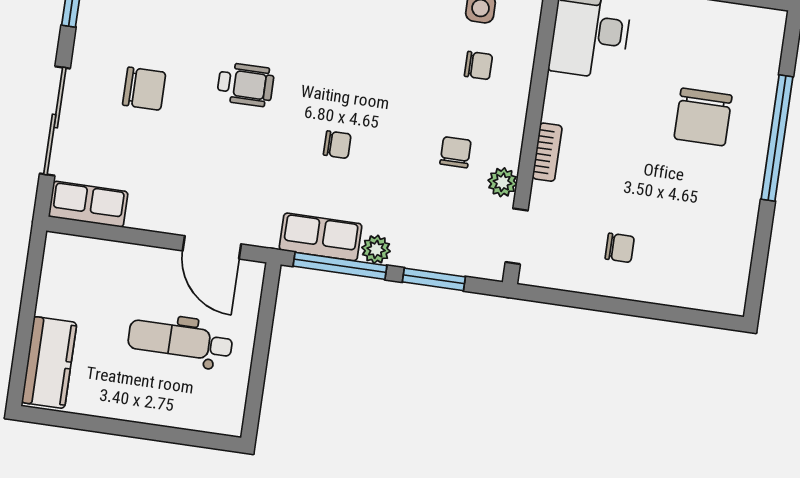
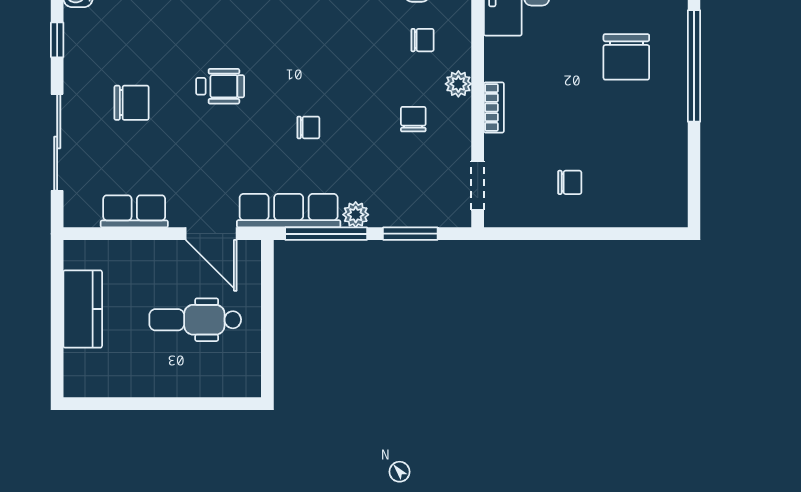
plant: (502, 182) -> (458, 84), moved
row of seats: (88, 204) -> (134, 211), moved
row of seats: (321, 237) -> (289, 211), width x1.48
kitchen counter: (49, 363) -> (83, 309), moved

